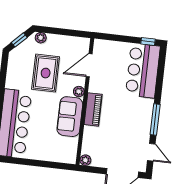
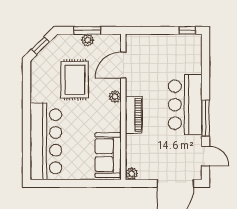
window: (61, 31) -> (87, 30), added
plant: (41, 38) -> (88, 40), moved
bar counter: (143, 71) -> (185, 105), moved
sofa: (70, 117) -> (108, 155), moved

